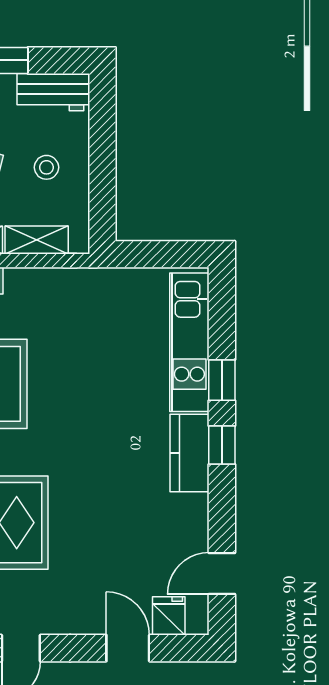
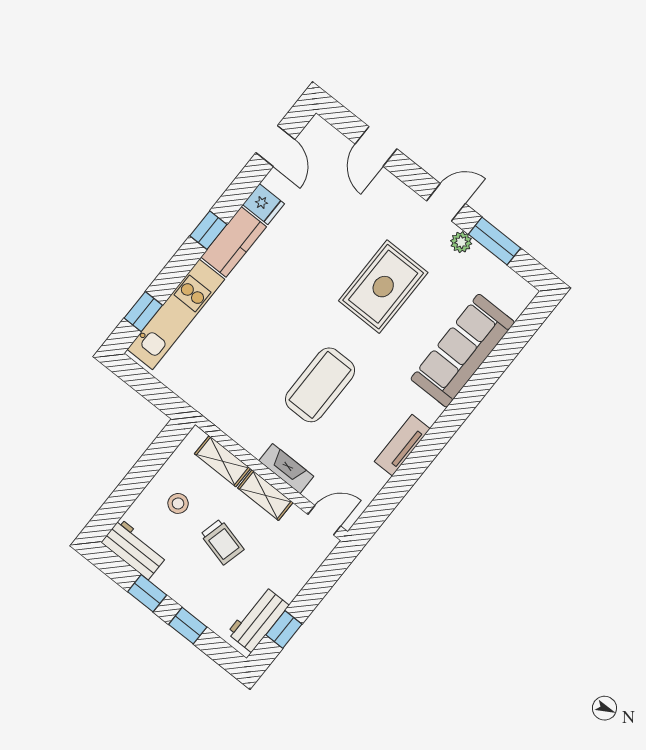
window: (222, 380) -> (143, 312), moved
door: (222, 574) -> (275, 146), hinge flipped
fridge: (169, 616) -> (264, 204), moved, turned -90

